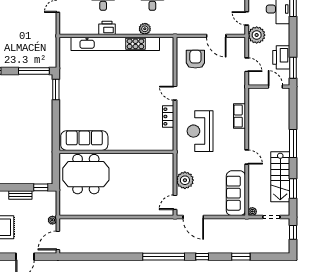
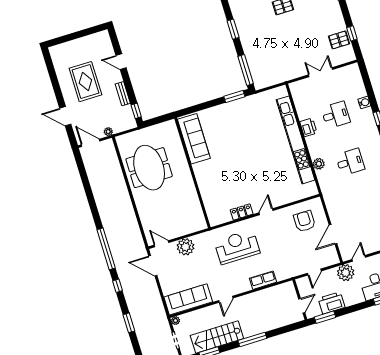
armchair: (195, 59) -> (305, 221), turned -90
meeting table: (86, 174) -> (149, 168), moved
door: (193, 217) -> (153, 266), hinge flipped

